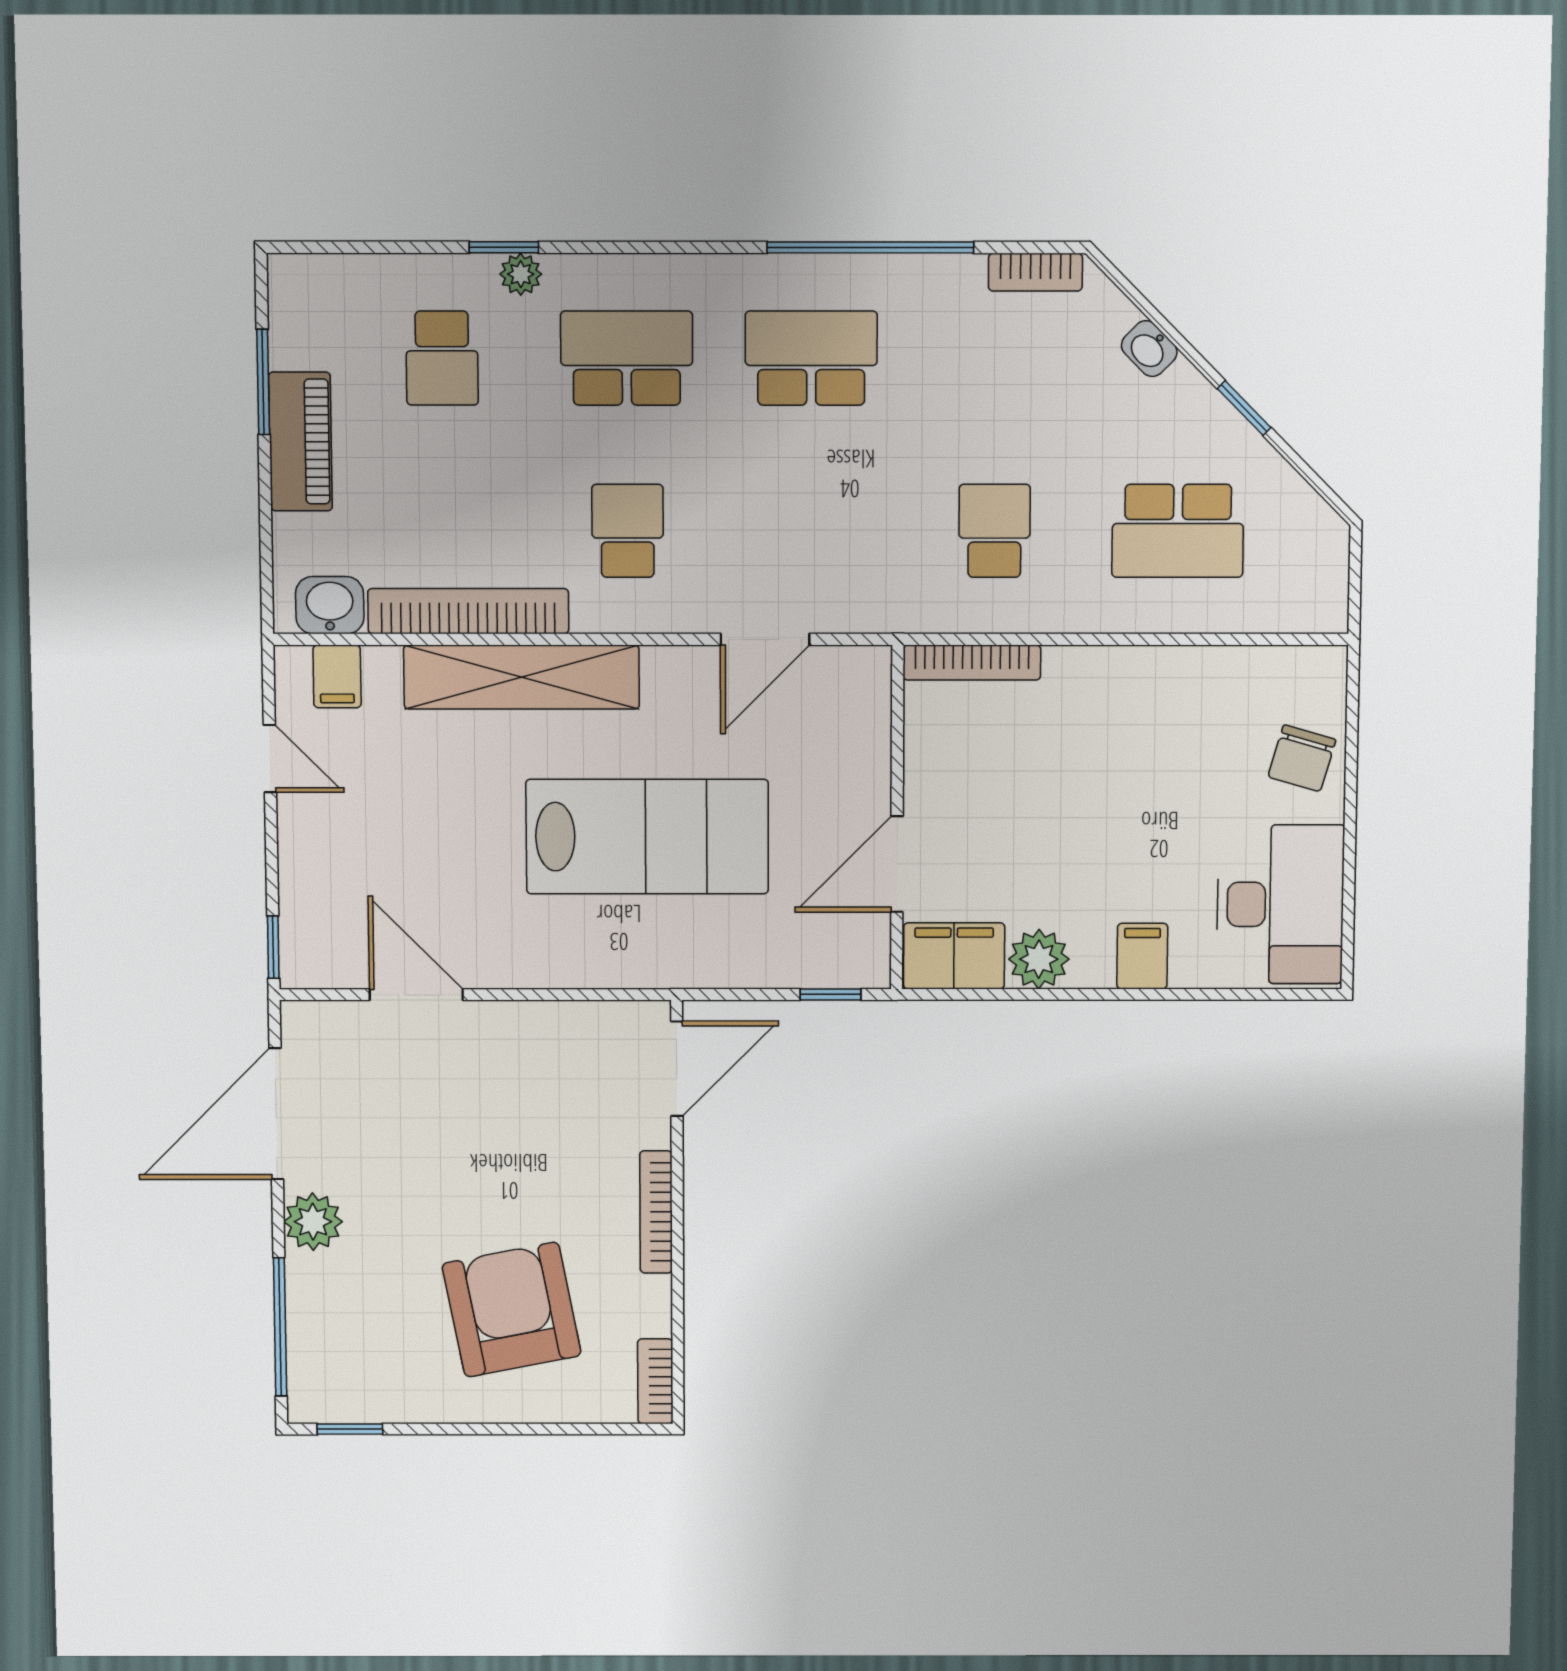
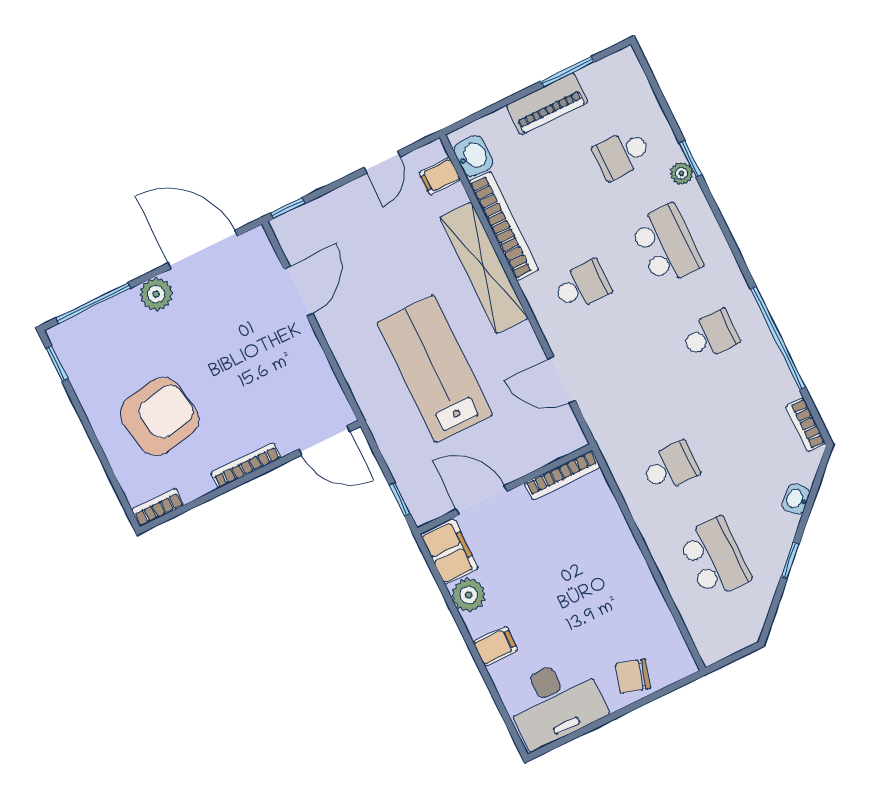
school desk: (811, 358) -> (710, 335), width x0.54
school desk: (1178, 531) -> (715, 558), turned 180
bookcase: (972, 662) -> (562, 475), moved, turned -90
lab bench: (647, 837) -> (435, 369), turned 180

